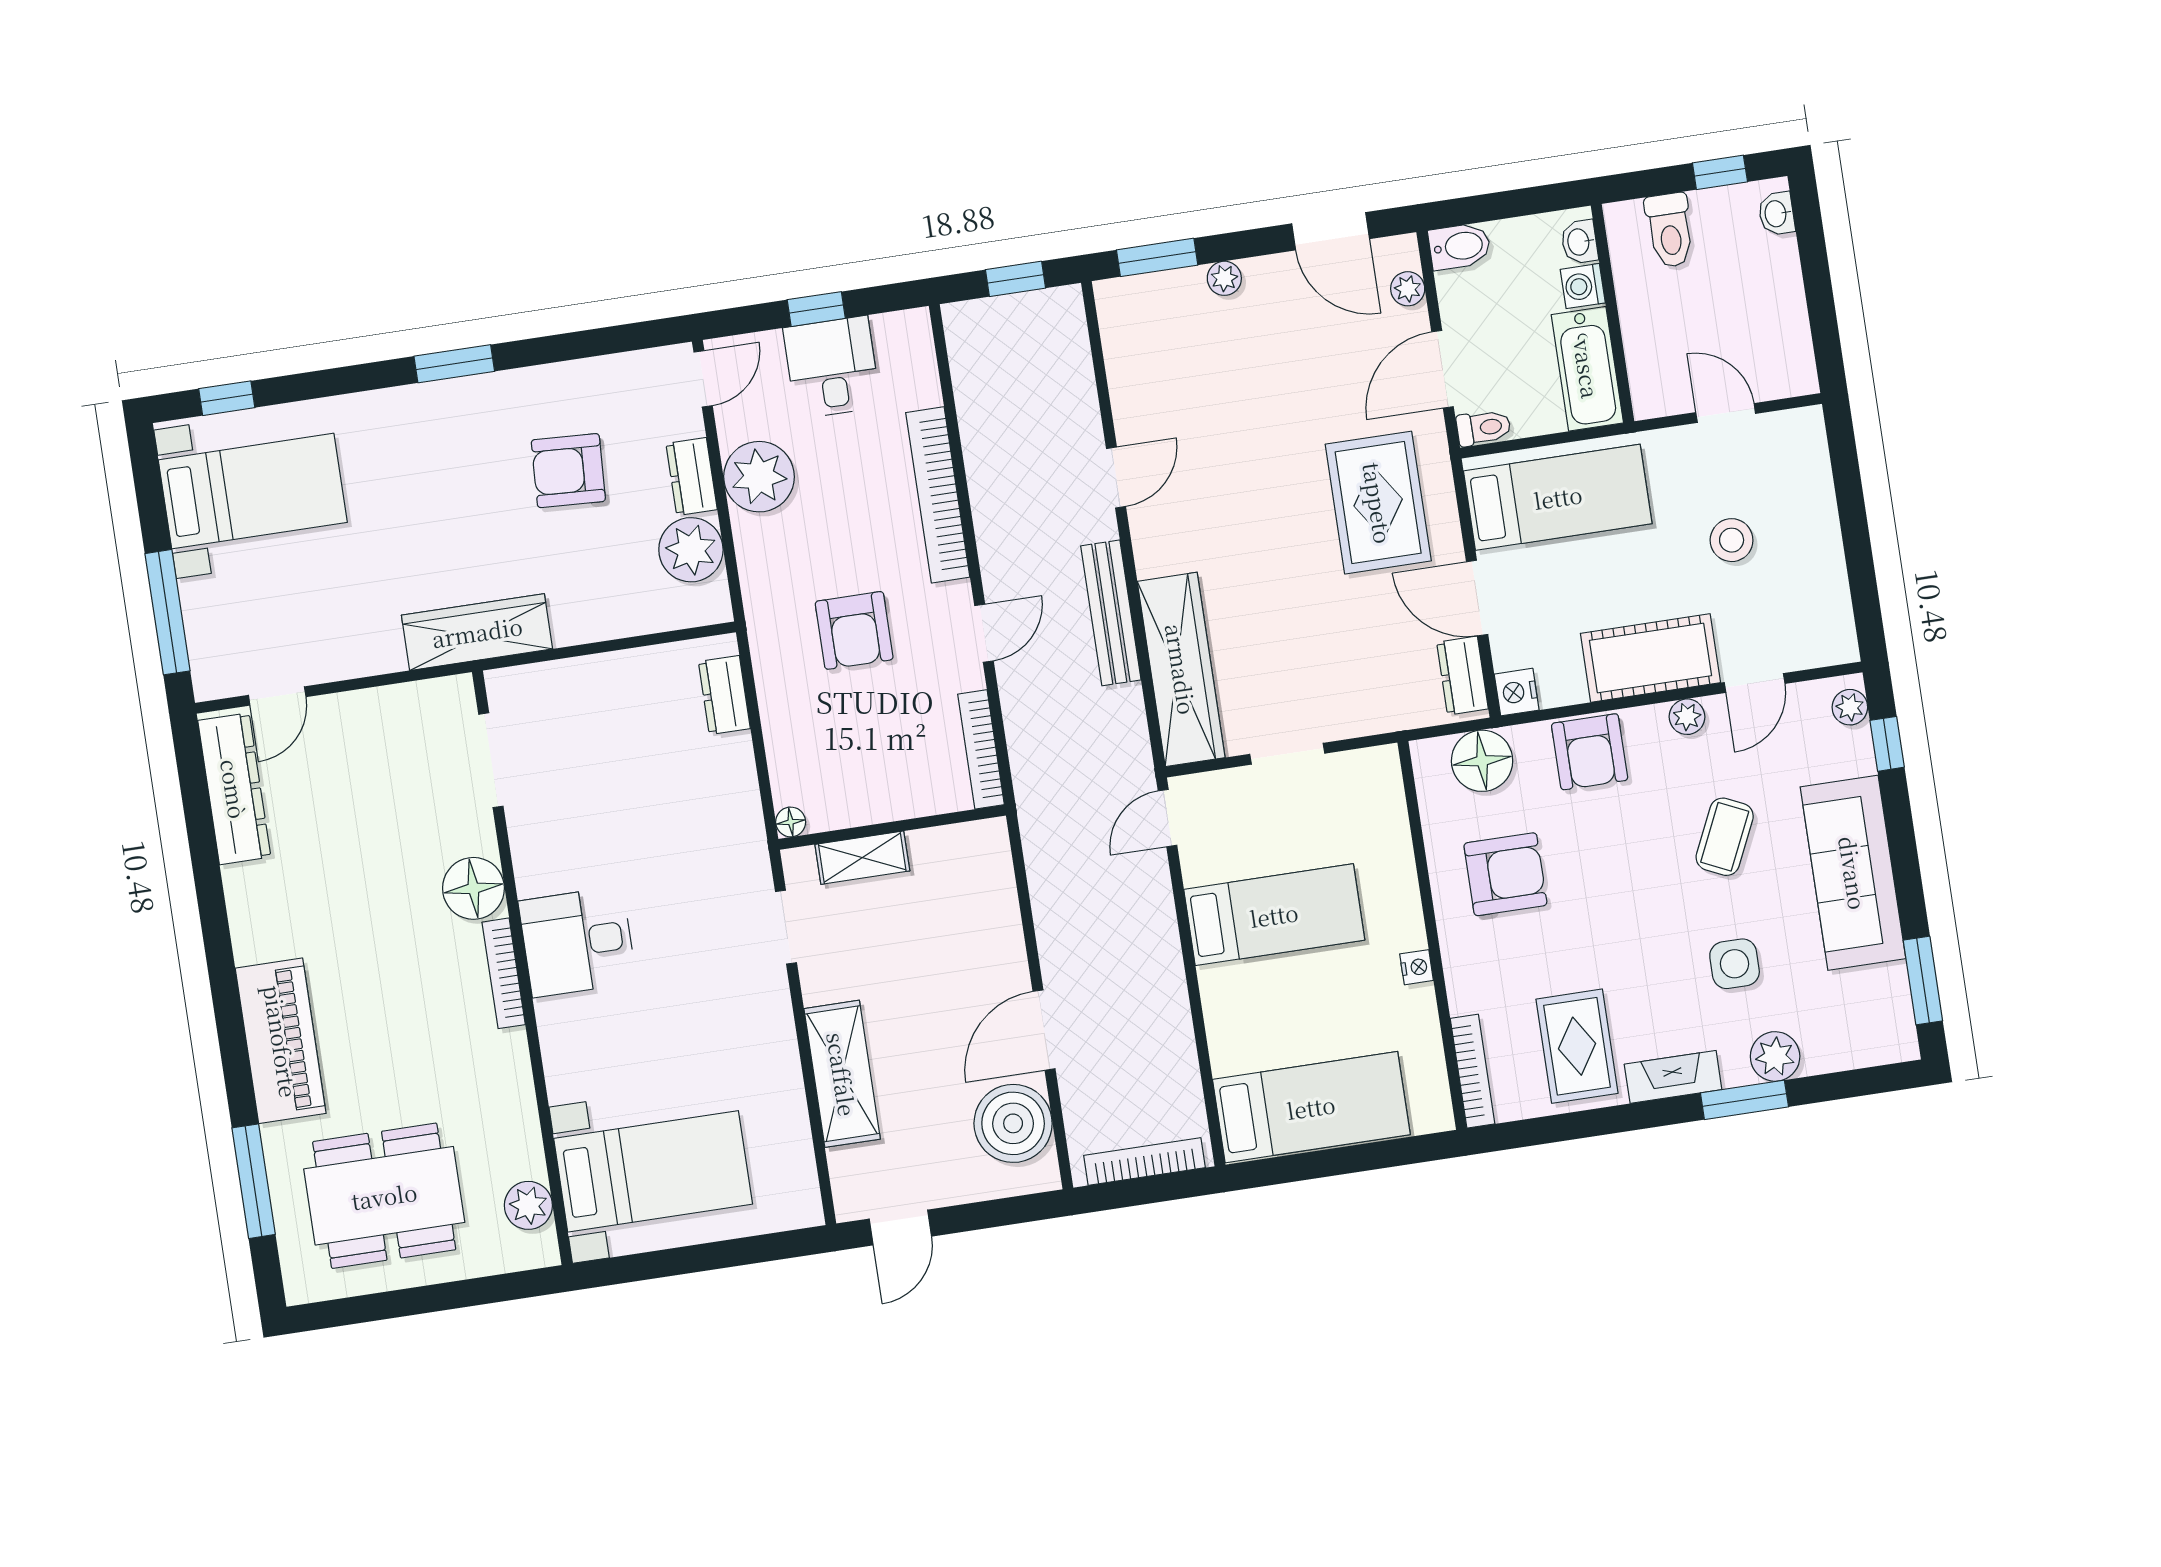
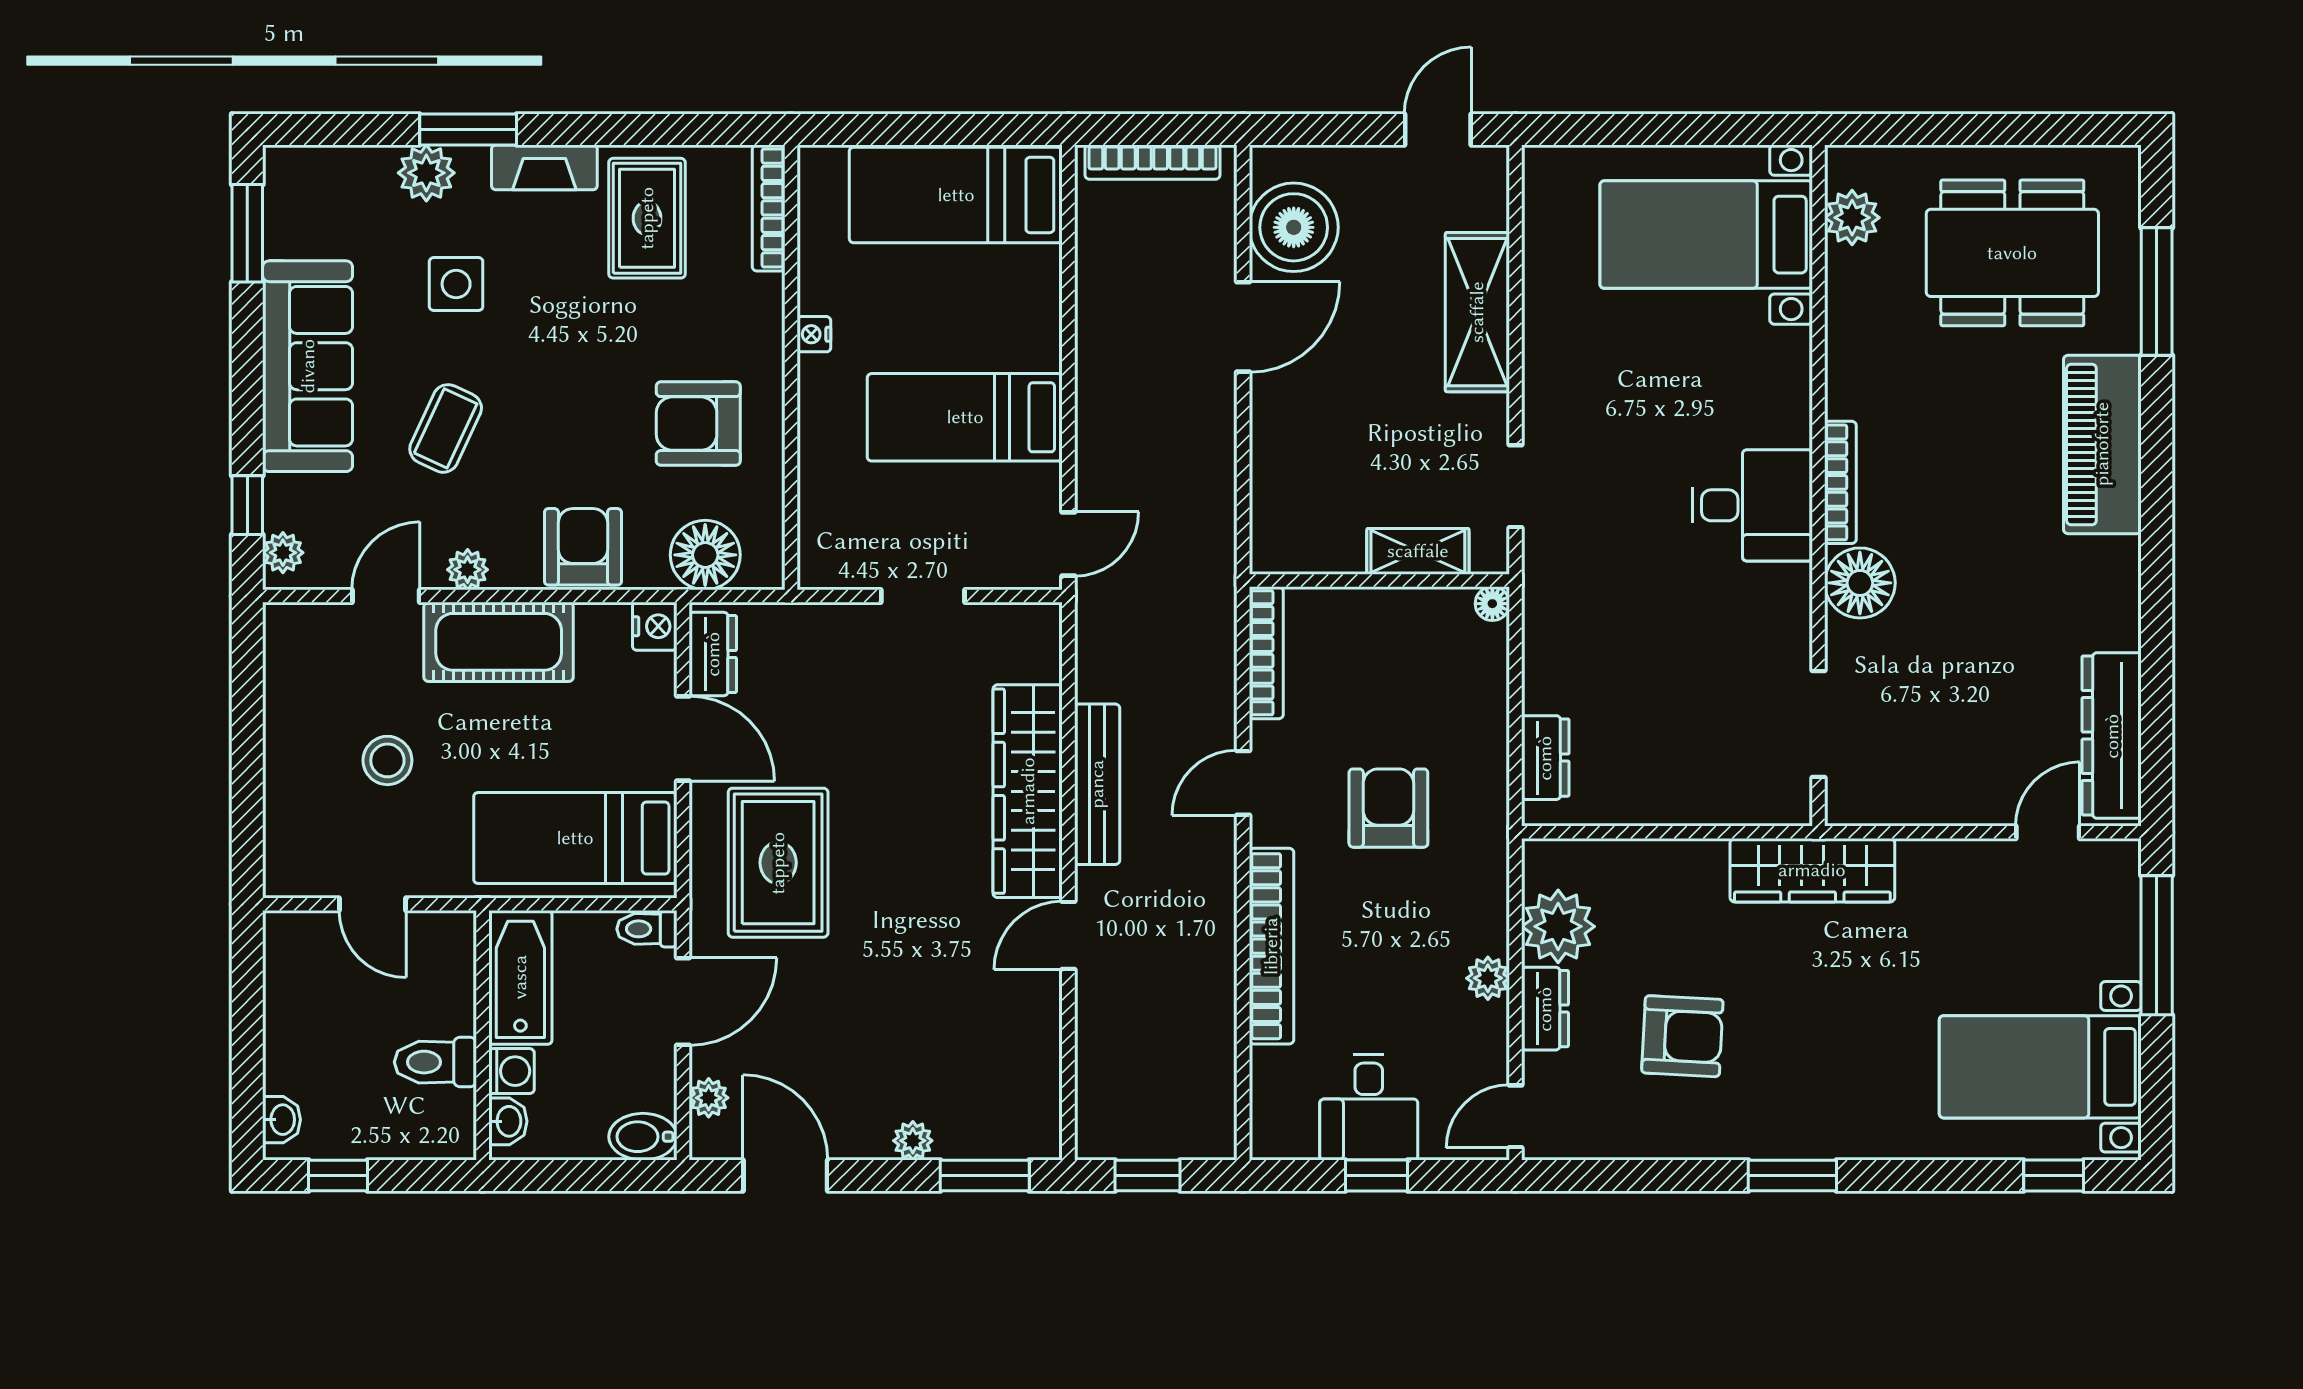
toilet: (1670, 230) -> (435, 1062), moved, turned -90
plant: (759, 477) -> (1488, 978), width x0.53, depth x0.53
wardrobe: (1181, 669) -> (1028, 791), moved

